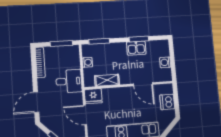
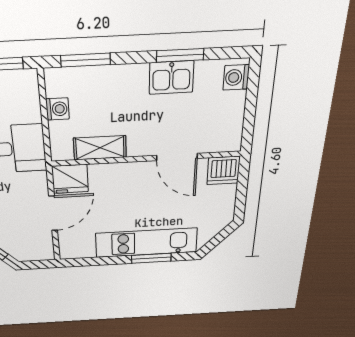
washing machine: (165, 62) -> (236, 77), moved
dishwasher: (167, 102) -> (223, 170), moved, turned -90
door: (85, 115) -> (53, 213), swing flipped

